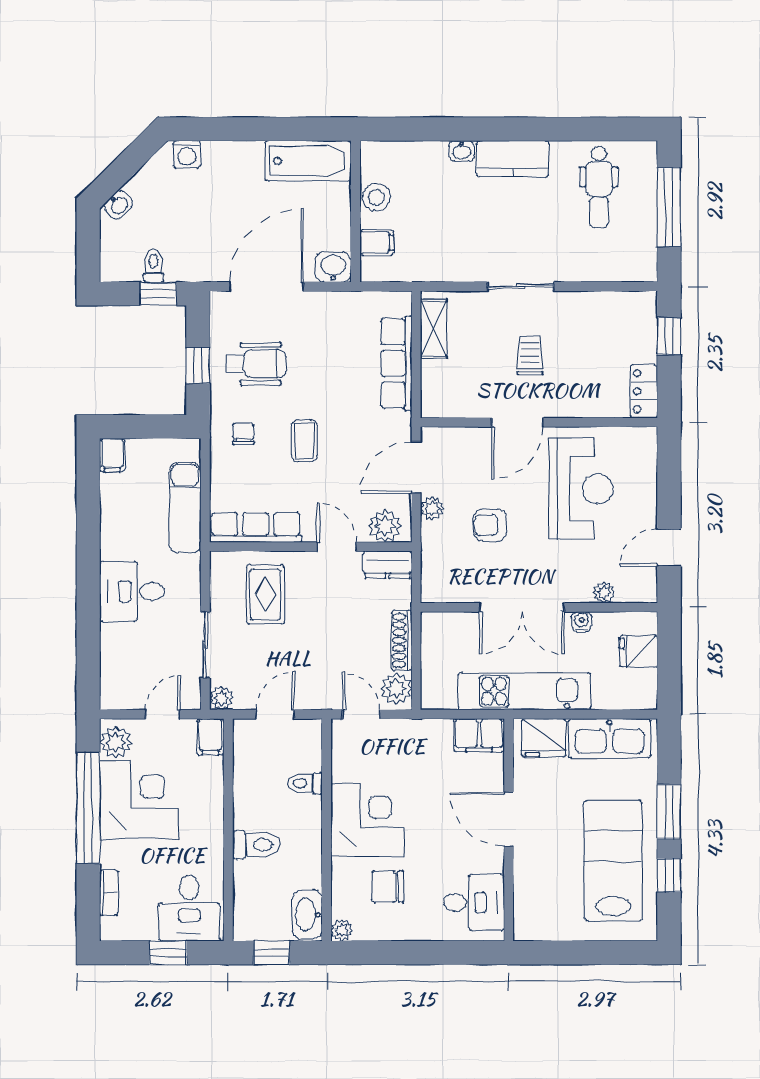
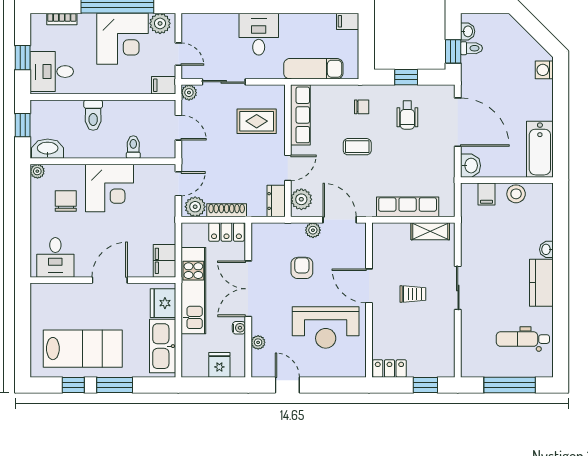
washbasin: (118, 205) -> (468, 31), moved, turned -135
wheelchair: (256, 364) -> (407, 115), width x0.73, depth x0.73
locker: (435, 641) -> (226, 232), added

